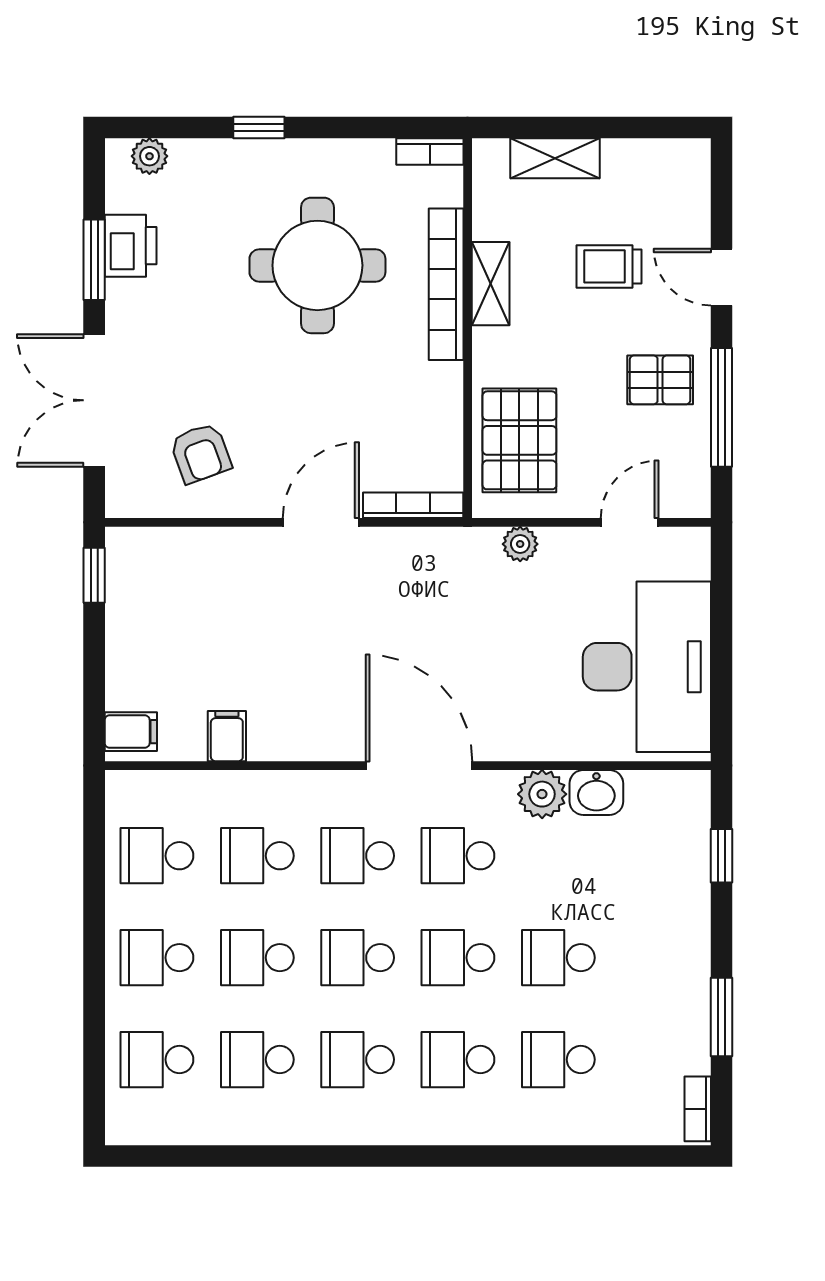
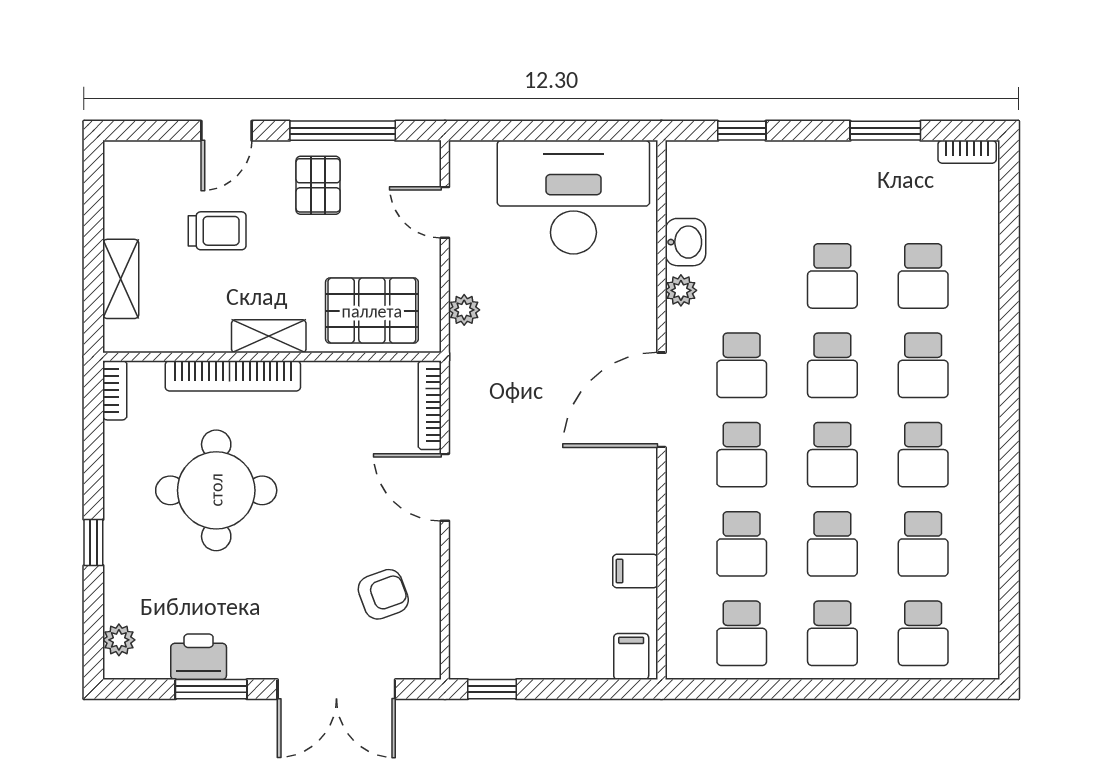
trolley: (609, 266) -> (217, 231), turned -90
shelving: (491, 284) -> (269, 336), moved
plant: (542, 794) -> (681, 290), width x0.73, depth x0.73

